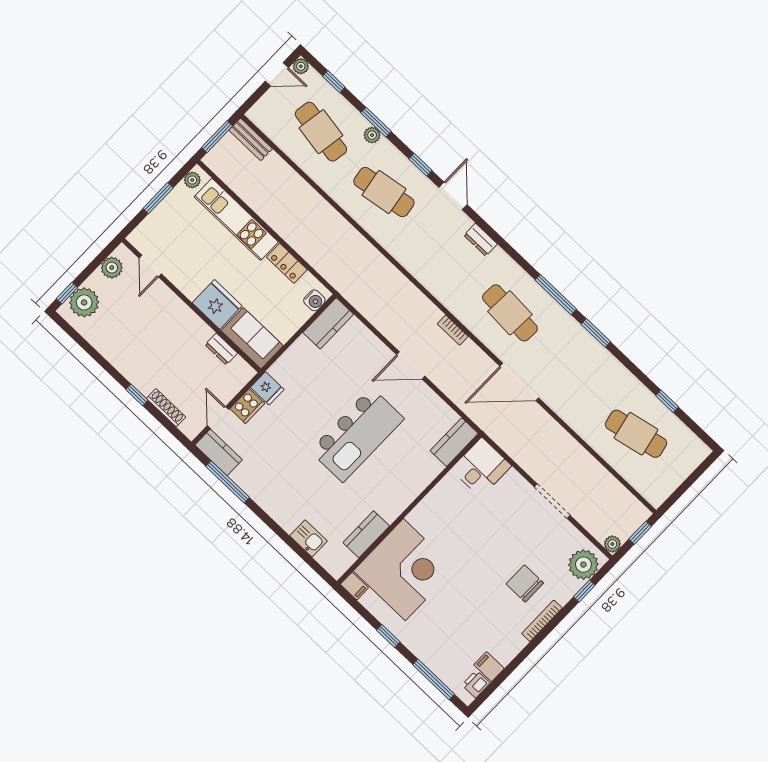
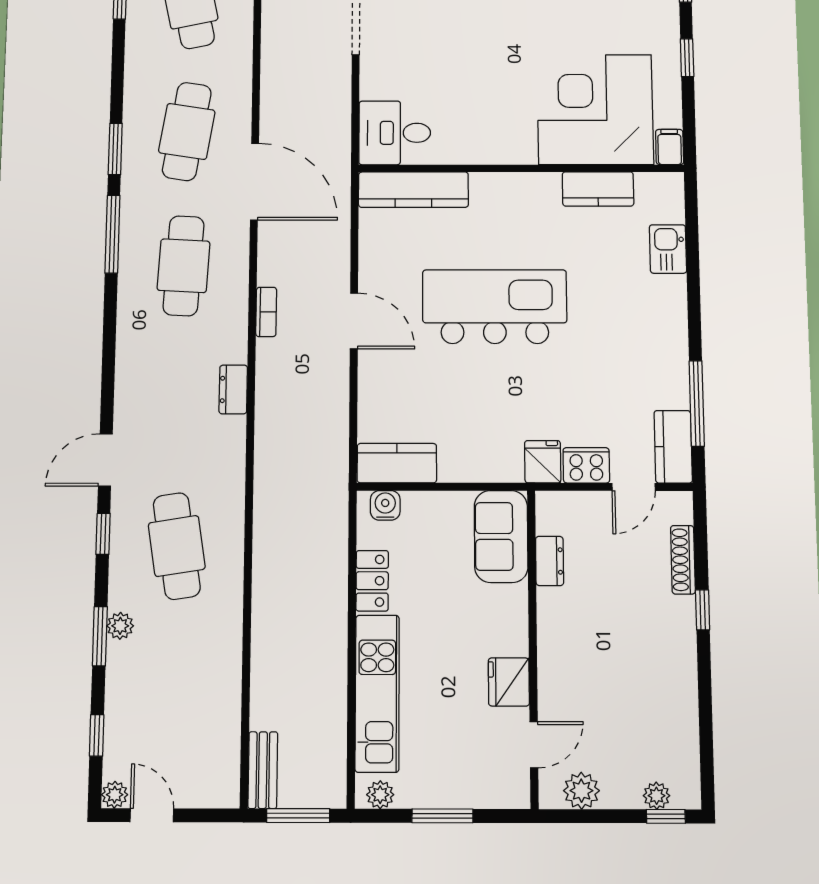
cafe table: (321, 132) -> (187, 131), moved
dresser: (481, 240) -> (233, 389), moved, turned 180
plant: (84, 302) -> (657, 796), width x0.53, depth x0.53
fridge: (217, 304) -> (509, 682), moved, width x0.73, depth x0.75
kitchen counter: (454, 442) -> (413, 190), width x1.50

